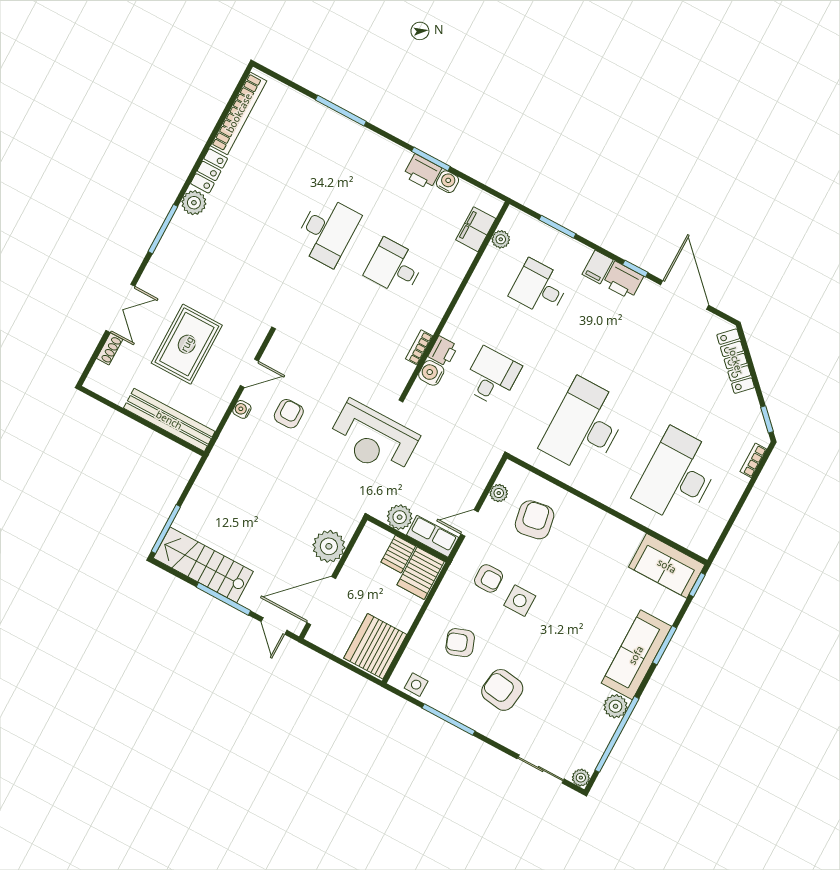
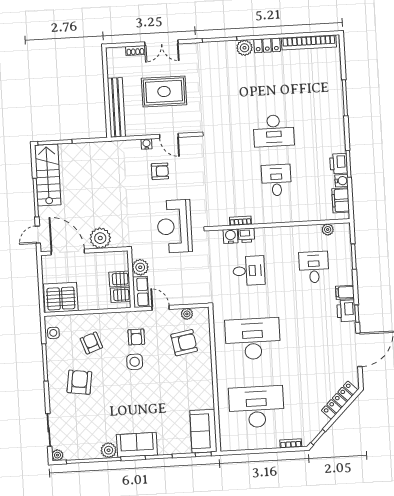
filing cabinet: (476, 229) -> (341, 200), moved, turned -90
server rack: (421, 573) -> (120, 295), width x0.73, depth x0.70
sofa: (636, 655) -> (137, 445), width x0.73

